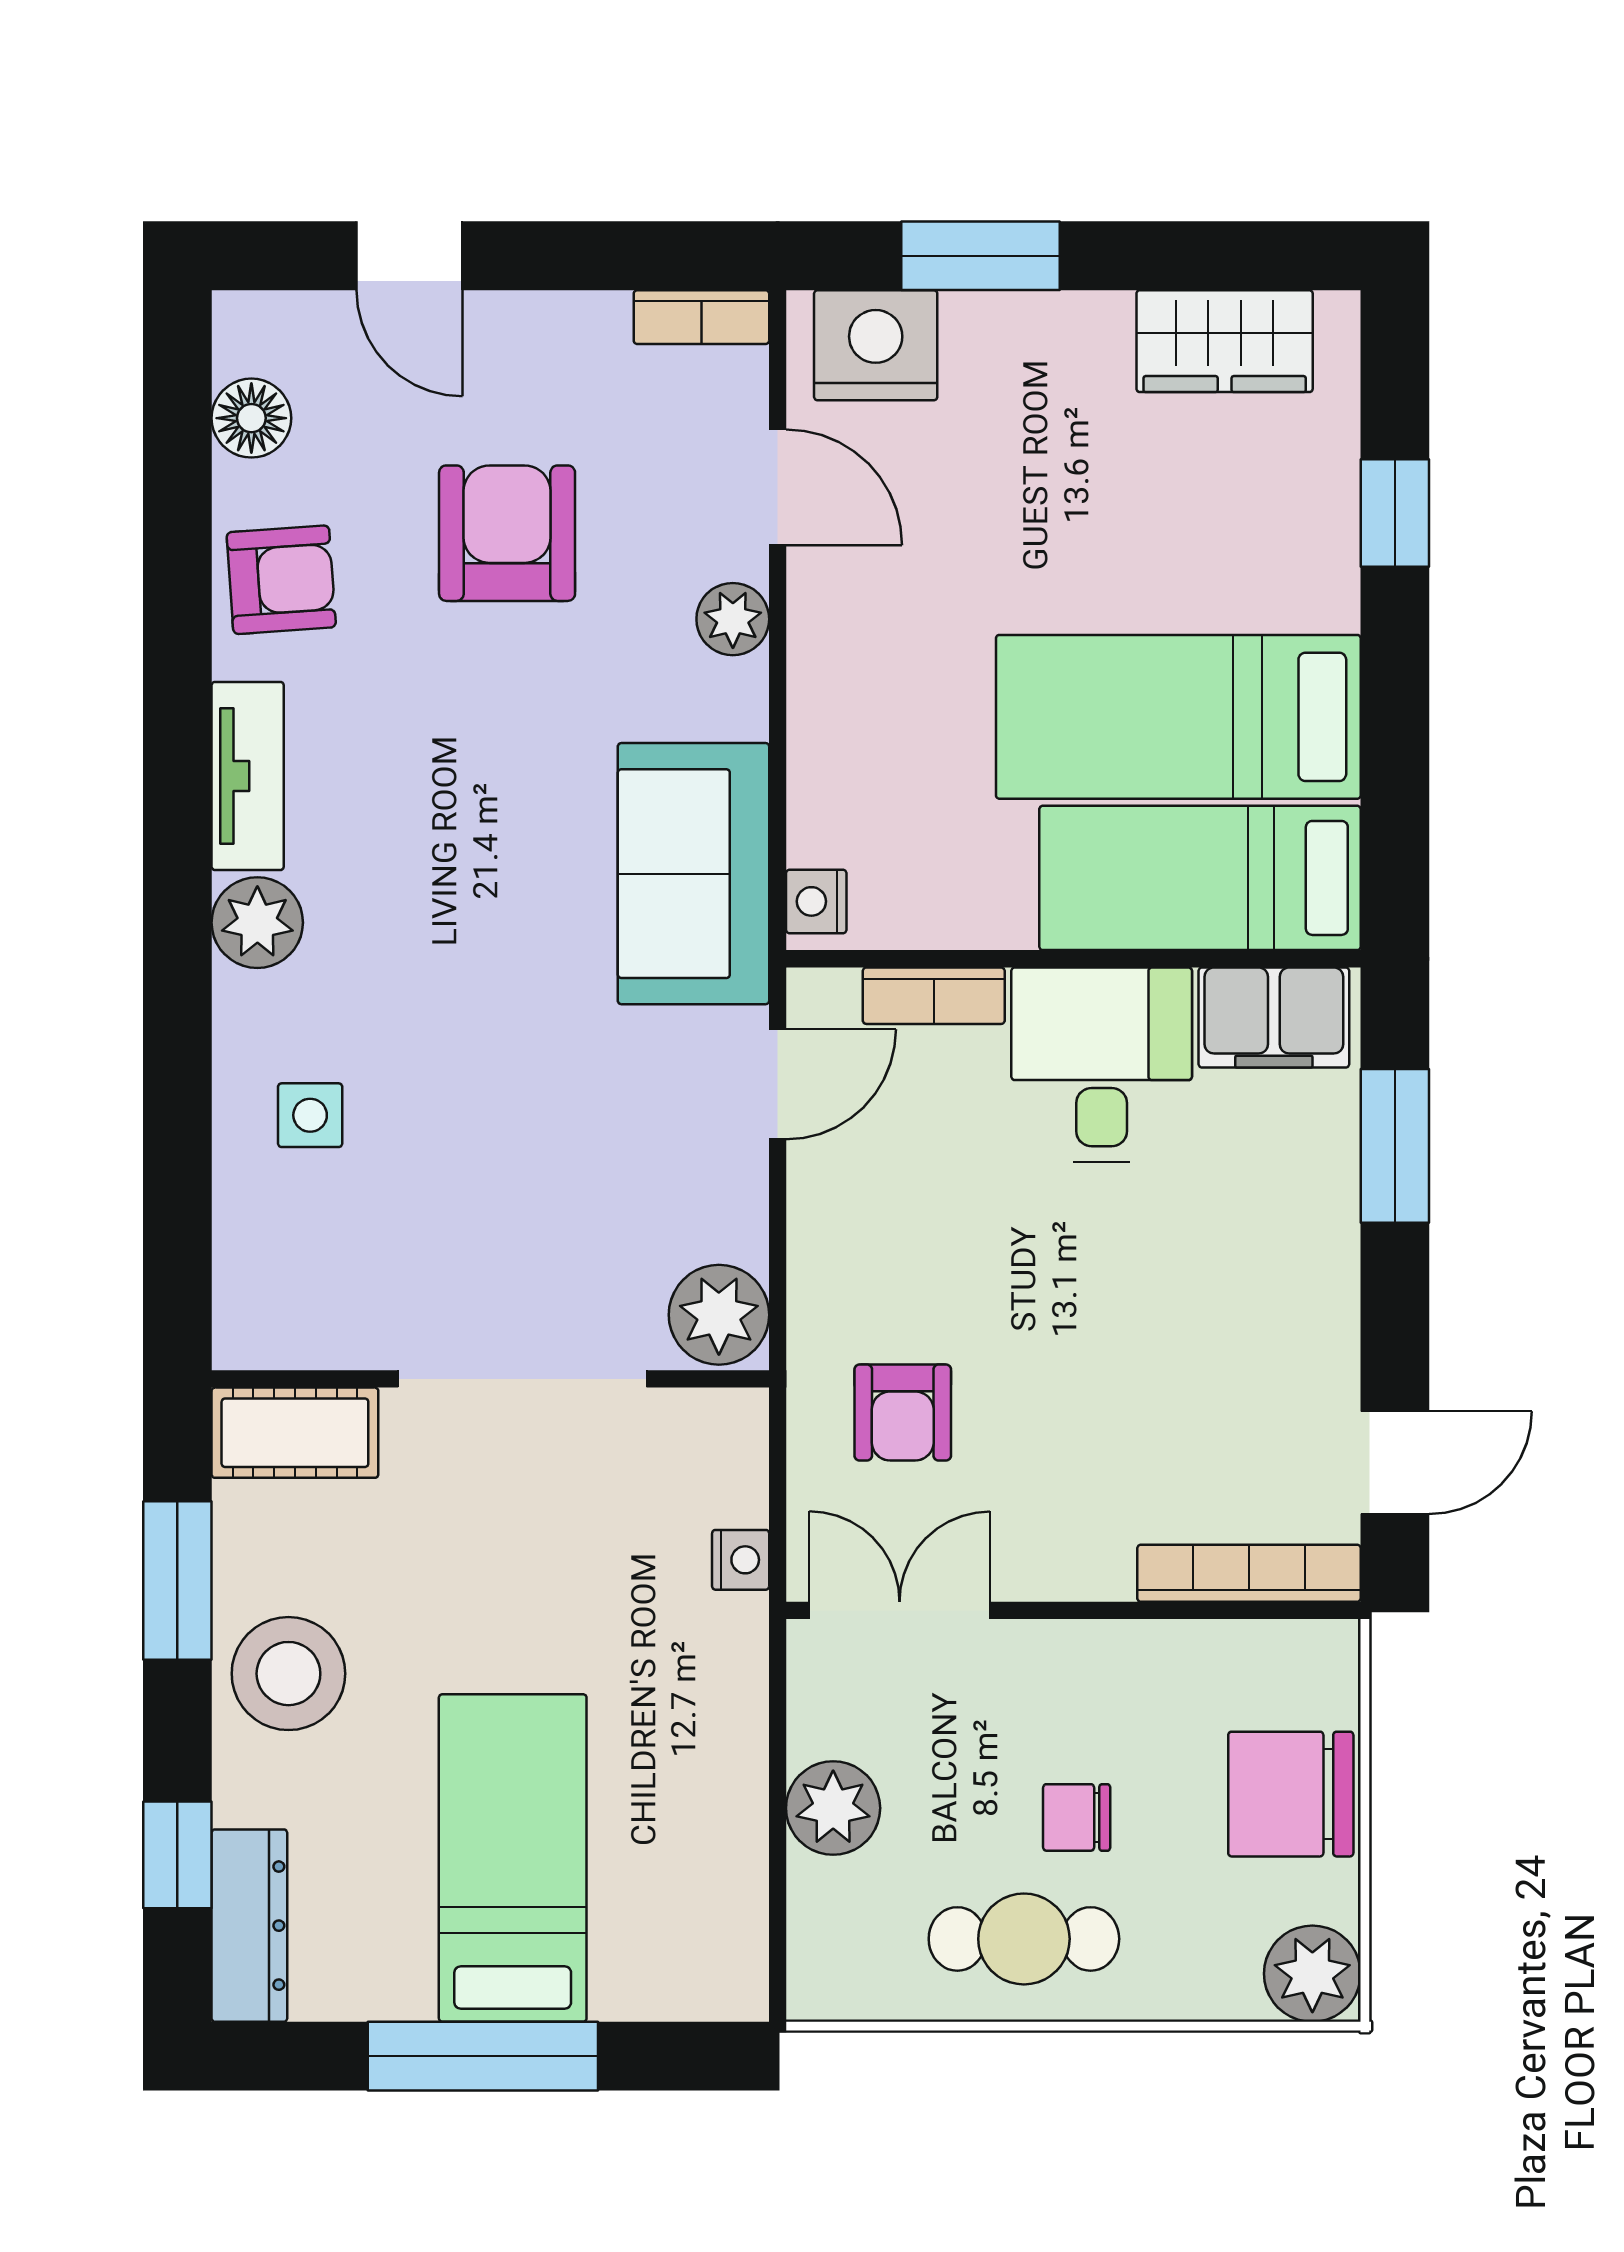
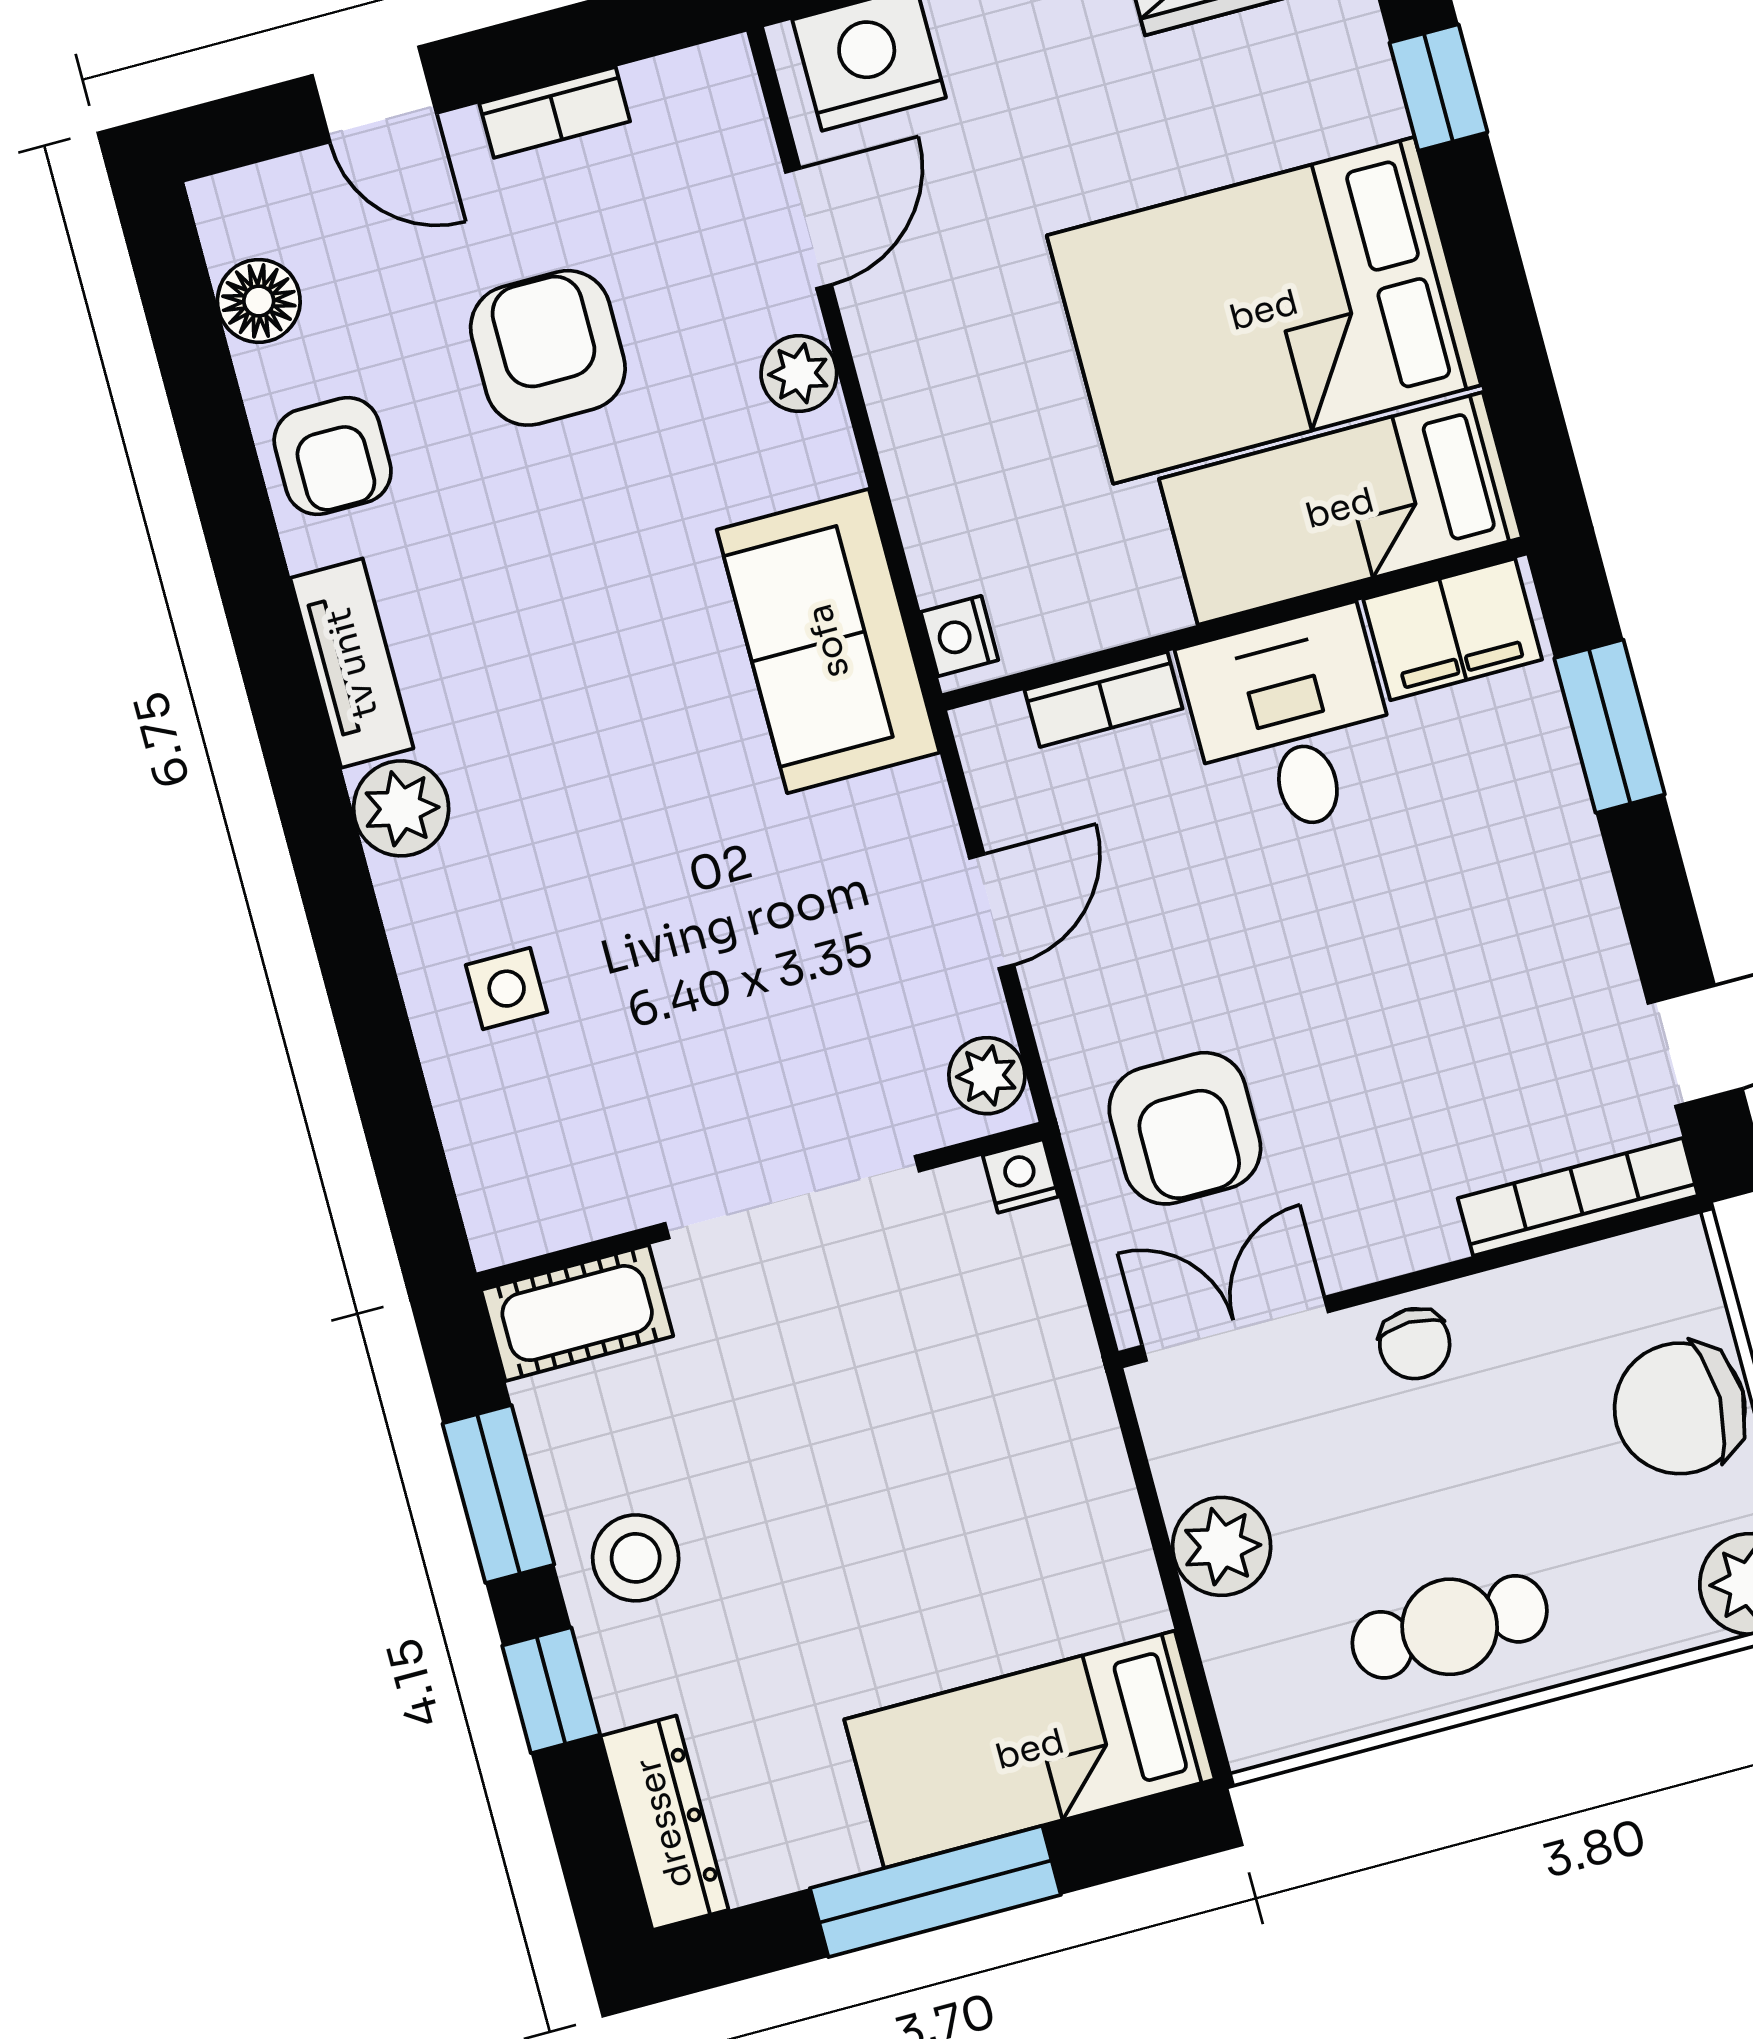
bookcase: (701, 317) -> (555, 112), moved
door: (778, 487) -> (808, 228), hinge flipped
armchair: (281, 580) -> (333, 456), turned 94
bed: (1178, 717) -> (1264, 310), width x1.50
door: (778, 1084) -> (992, 911), moved
plant: (719, 1315) -> (987, 1076), width x0.73, depth x0.73
armchair: (903, 1412) -> (1185, 1128), width x1.38, depth x1.38
nightstand: (741, 1560) -> (1021, 1176), moved, turned -90
stool: (288, 1674) -> (636, 1558), width x0.73, depth x0.73
chair: (1077, 1817) -> (1415, 1344), moved, turned -90
window: (177, 1855) -> (551, 1690), moved
bed: (513, 1858) -> (1030, 1749), moved, turned -90

